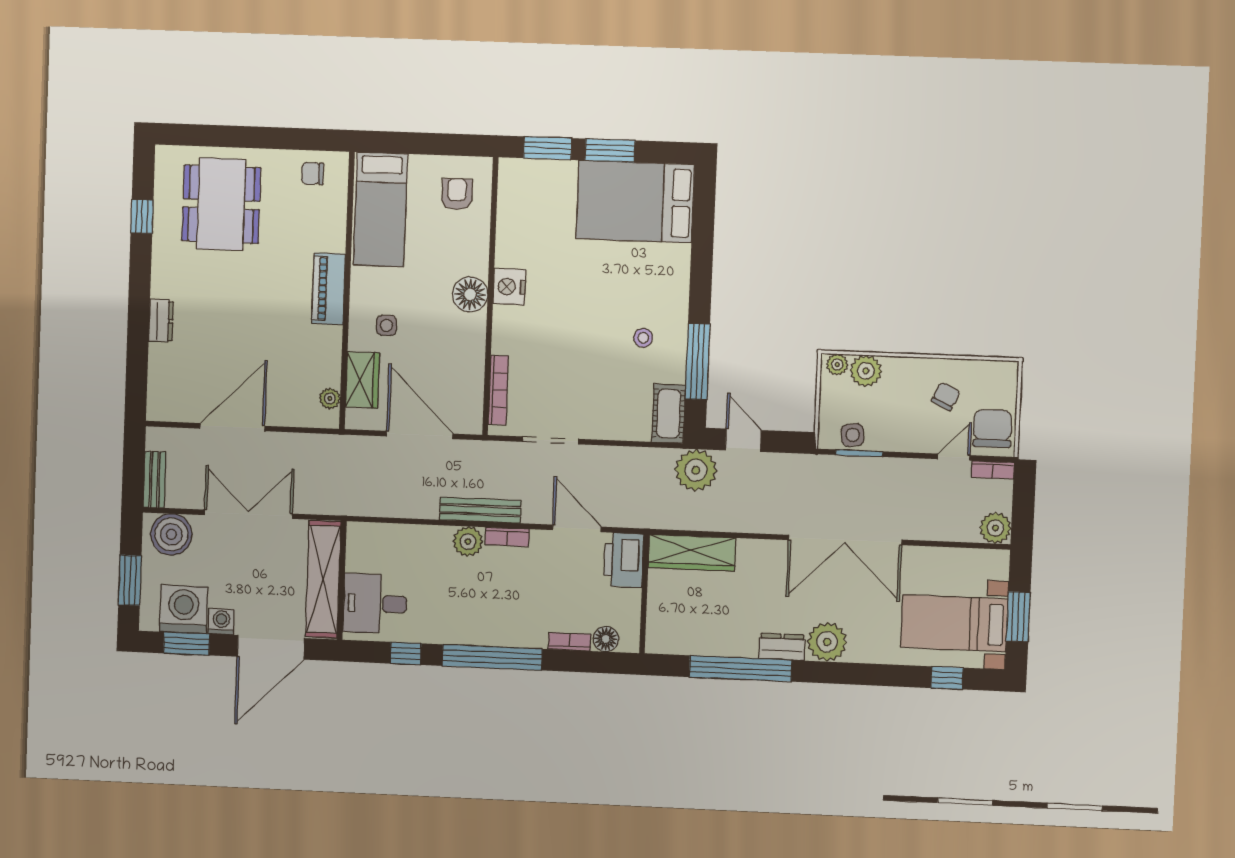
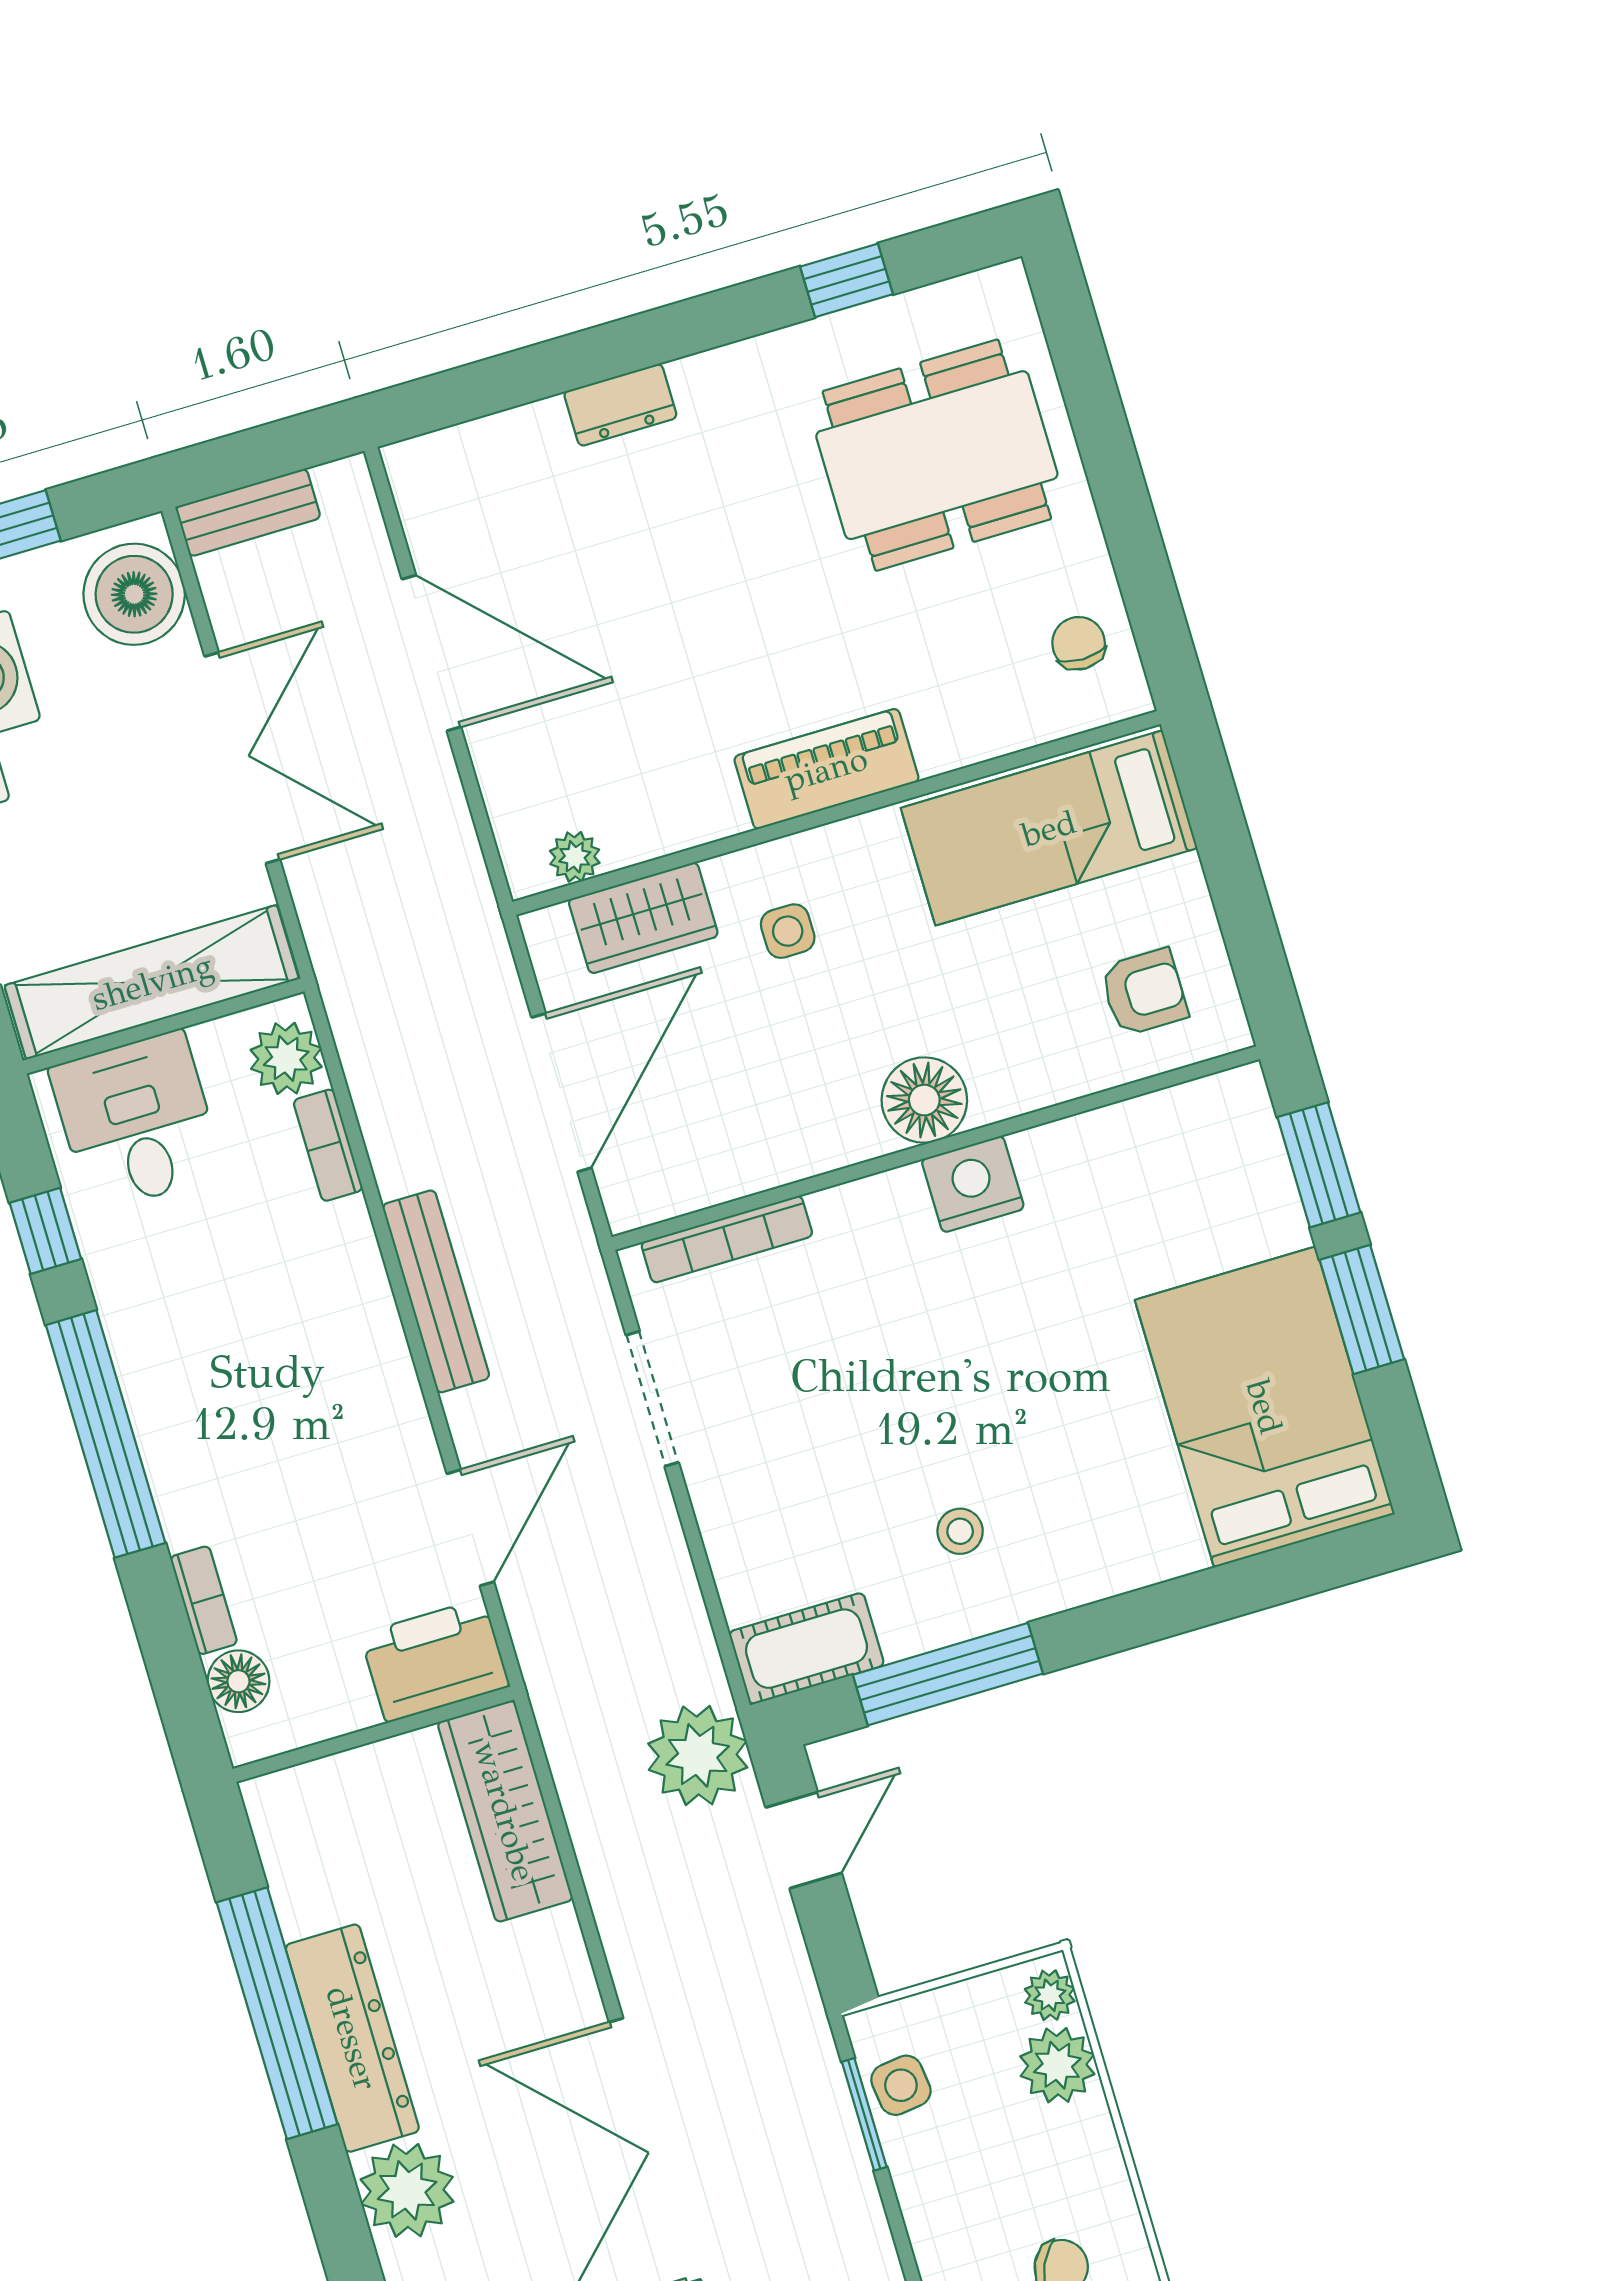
bookcase: (507, 537) -> (328, 1145), moved
plant: (468, 542) -> (286, 1058), moved
dresser: (782, 647) -> (352, 2038), width x1.96, depth x1.24

